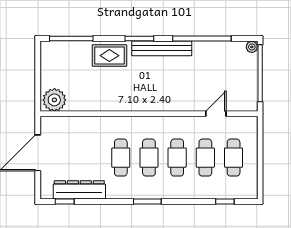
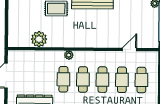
plant: (54, 100) -> (39, 39), moved
plant: (128, 123) -> (69, 55), added

